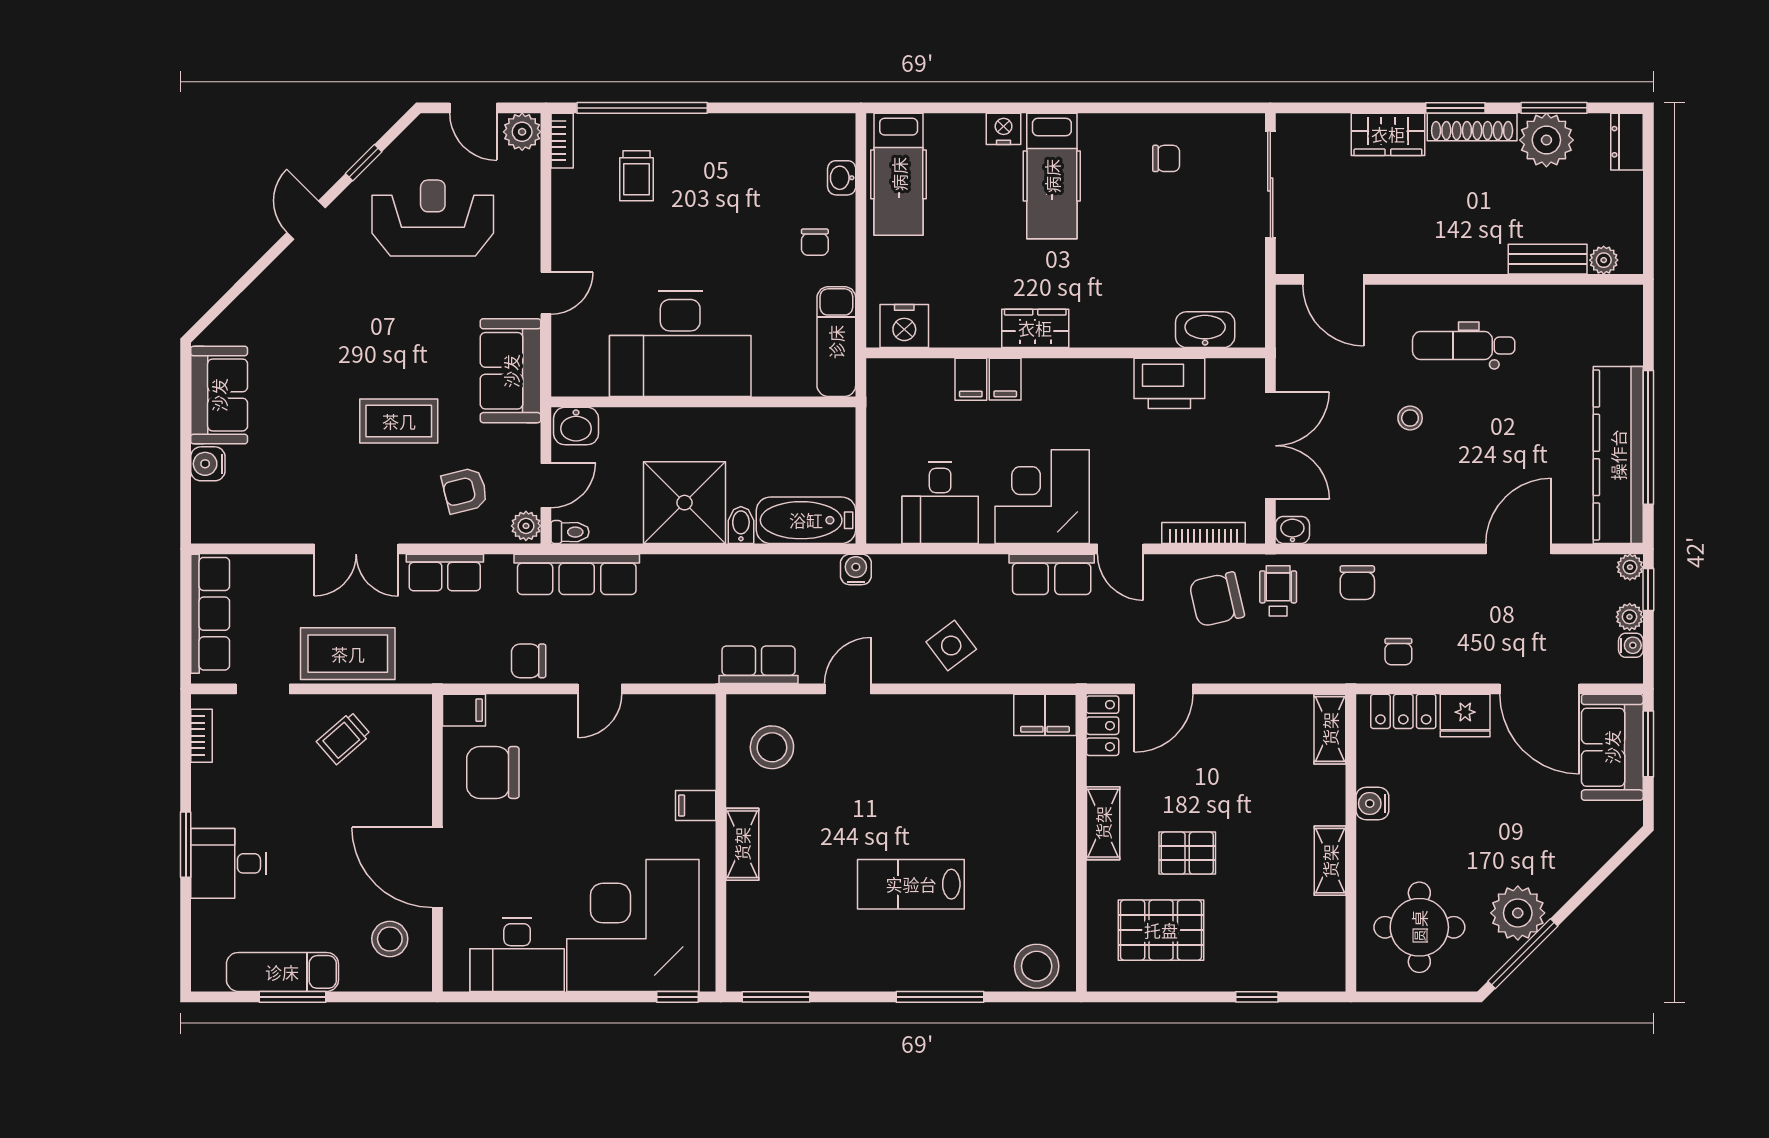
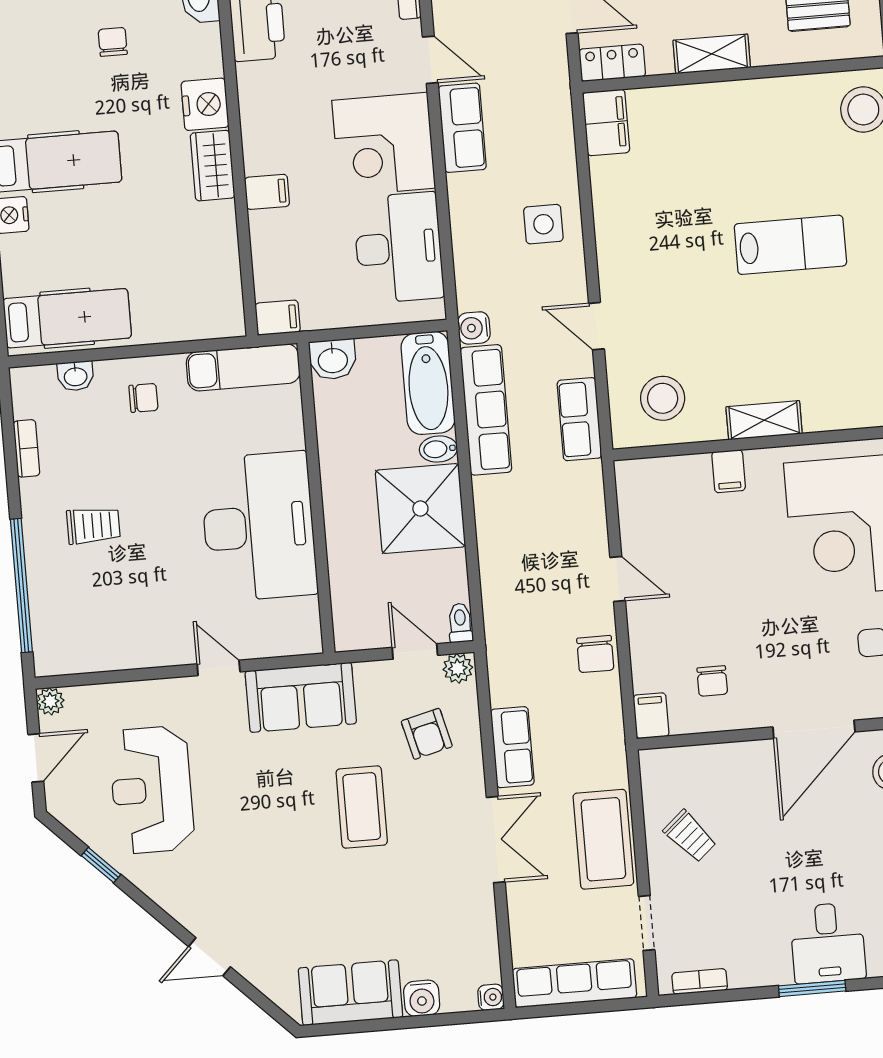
plant: (522, 132) -> (50, 701), width x0.73, depth x0.73
bookcase: (562, 141) -> (27, 448), moved, turned 90
chair: (1166, 158) -> (113, 42), moved
trolley: (637, 176) -> (93, 526), moved
door: (306, 220) -> (209, 957), moved
nightstand: (904, 326) -> (205, 104), moved
filing cabinet: (971, 379) -> (278, 318), moved
washbasin: (576, 426) -> (333, 359), moved, turned 90
desk: (940, 503) -> (399, 248), width x1.37
water cooler: (203, 531) -> (491, 997), added
door: (1120, 549) -> (430, 60), hinge flipped
row of seats: (577, 574) -> (486, 410), moved
side table: (951, 646) -> (543, 224), turned 37
chair: (493, 772) -> (712, 681), width x0.54, depth x0.54
lab bench: (911, 884) -> (790, 245), turned -90

